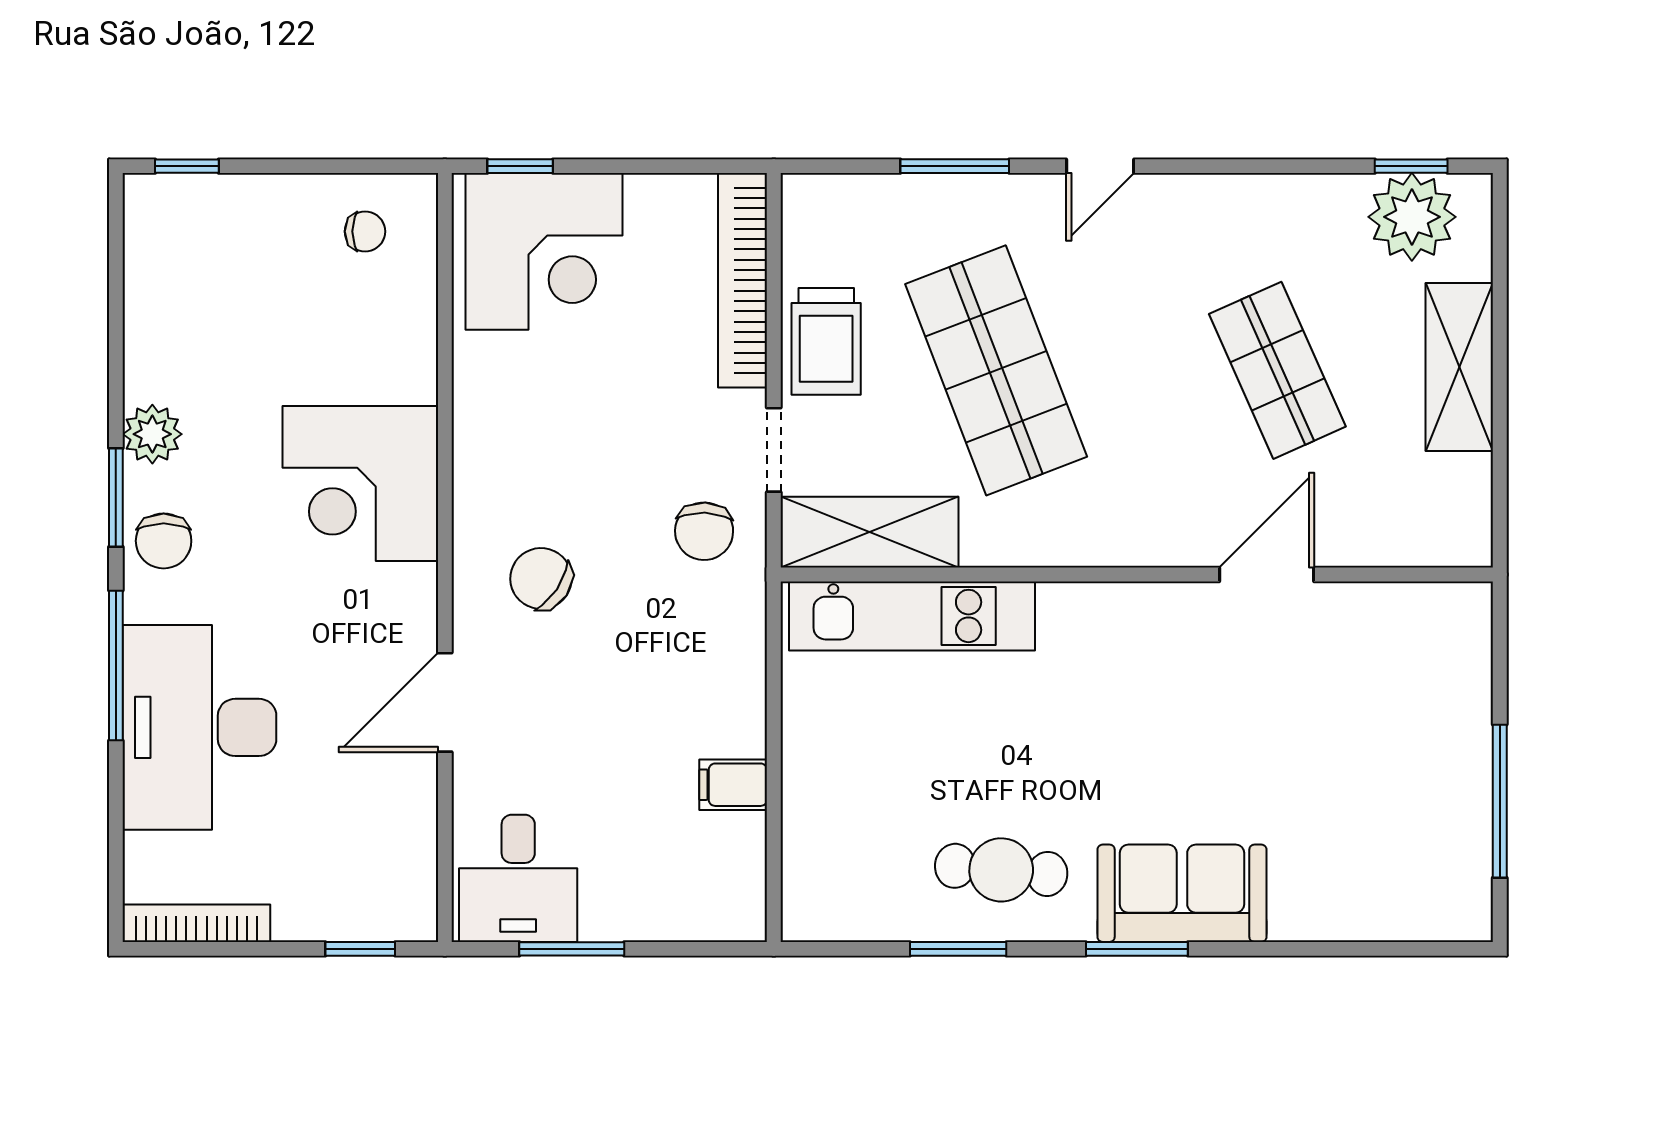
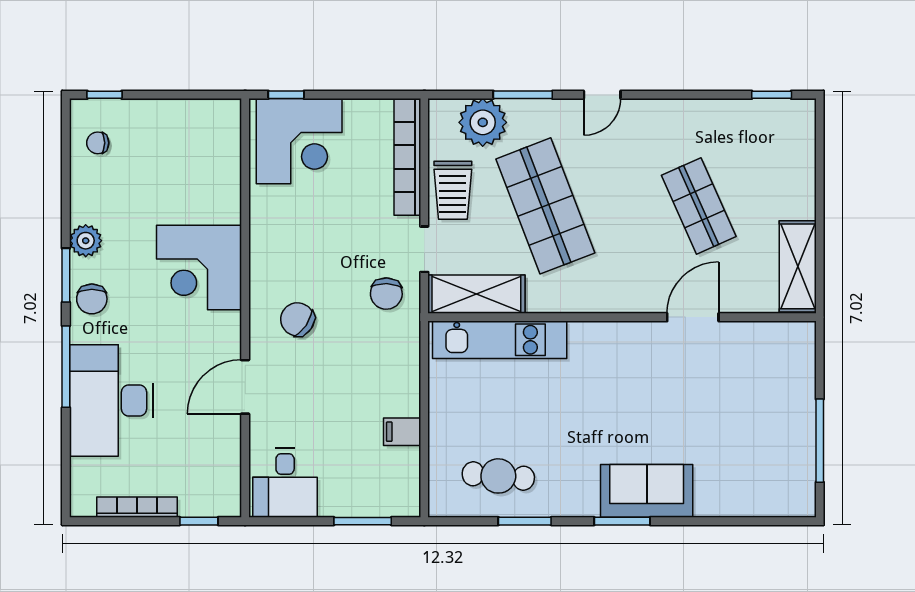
plant: (1412, 217) -> (483, 122), moved
chair: (365, 231) -> (98, 143), moved, turned 180
shelving: (1459, 367) -> (798, 266), moved
cafe table: (1001, 870) -> (498, 476), moved
bookcase: (196, 923) -> (137, 507), moved
window: (572, 949) -> (363, 521), moved

